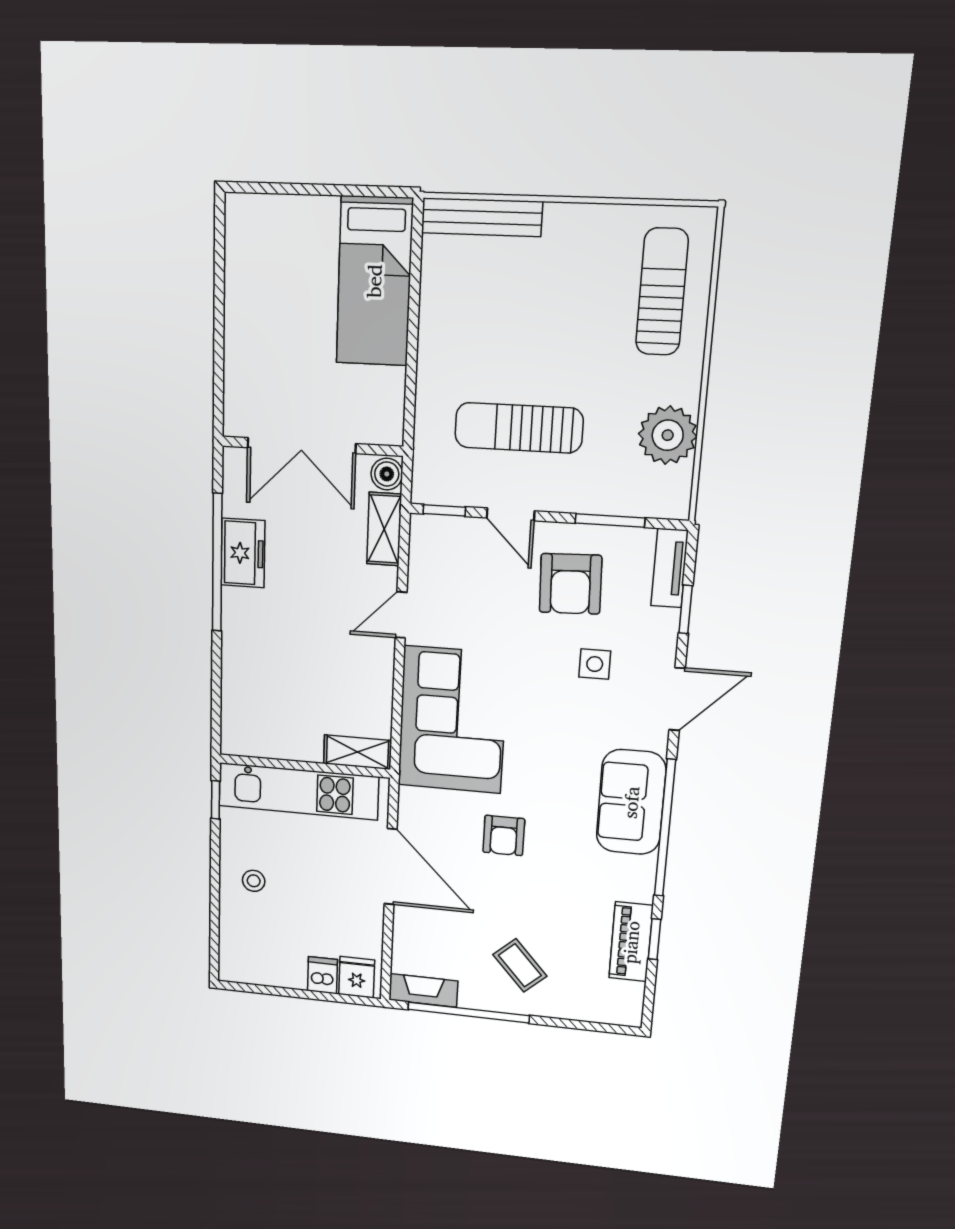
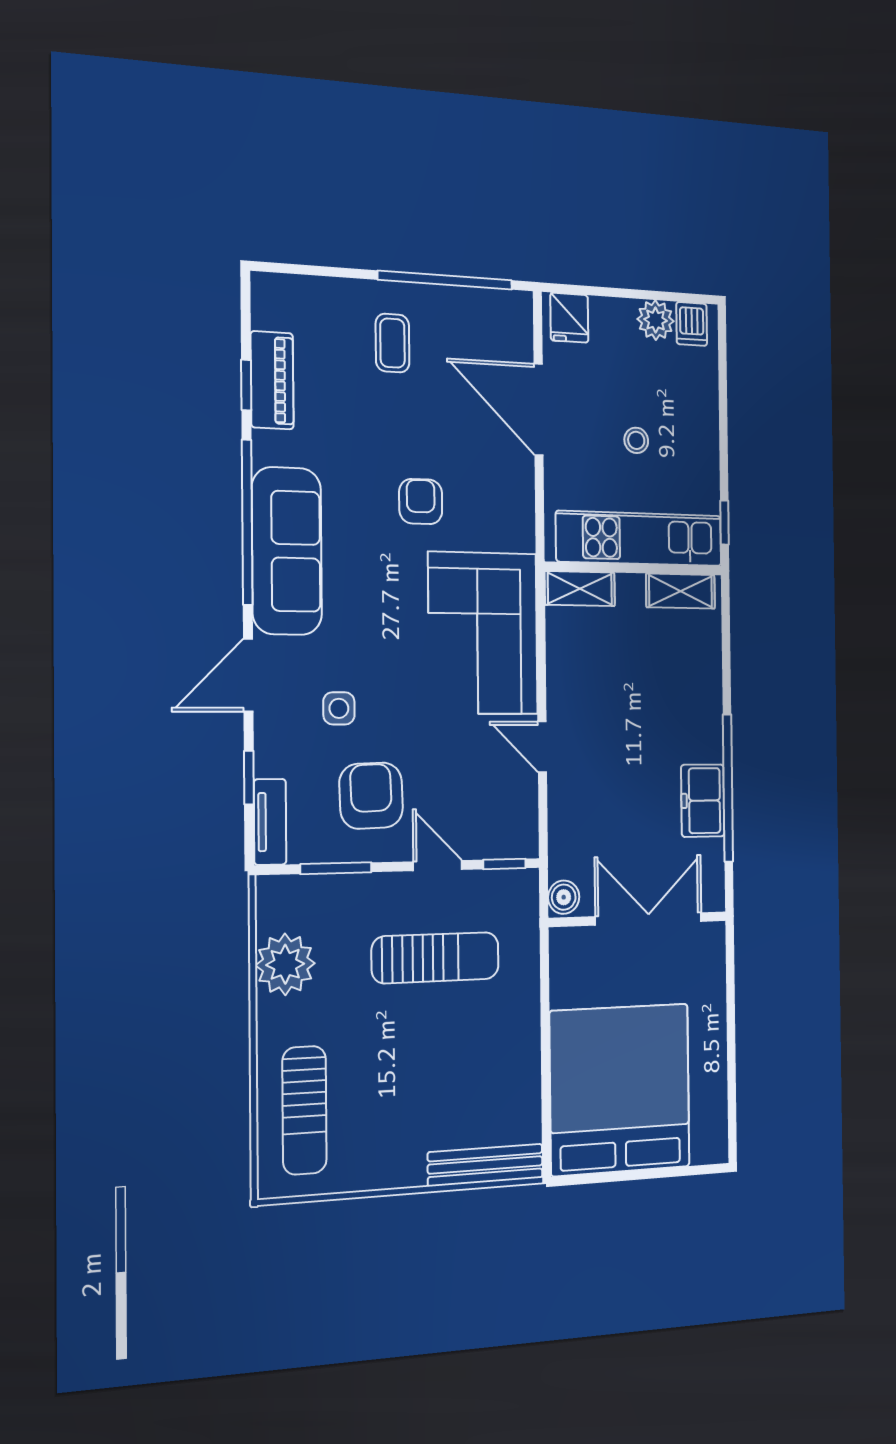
bed: (374, 281) -> (620, 1089), width x2.04
shelving: (384, 529) -> (681, 591), moved, turned 90
door: (401, 615) -> (542, 747), swing flipped
sofa: (631, 802) -> (287, 551), width x1.36
door: (391, 867) -> (539, 409), moved
stool: (254, 881) -> (636, 440), moved
coffee table: (520, 965) -> (392, 343), turned 42
plant: (277, 971) -> (656, 320), added
dishwasher: (322, 975) -> (692, 324), moved
fireplace: (423, 990) -> (496, 305), removed

